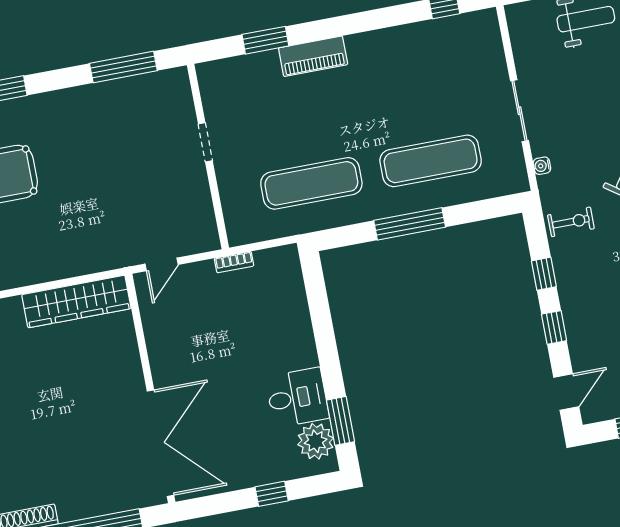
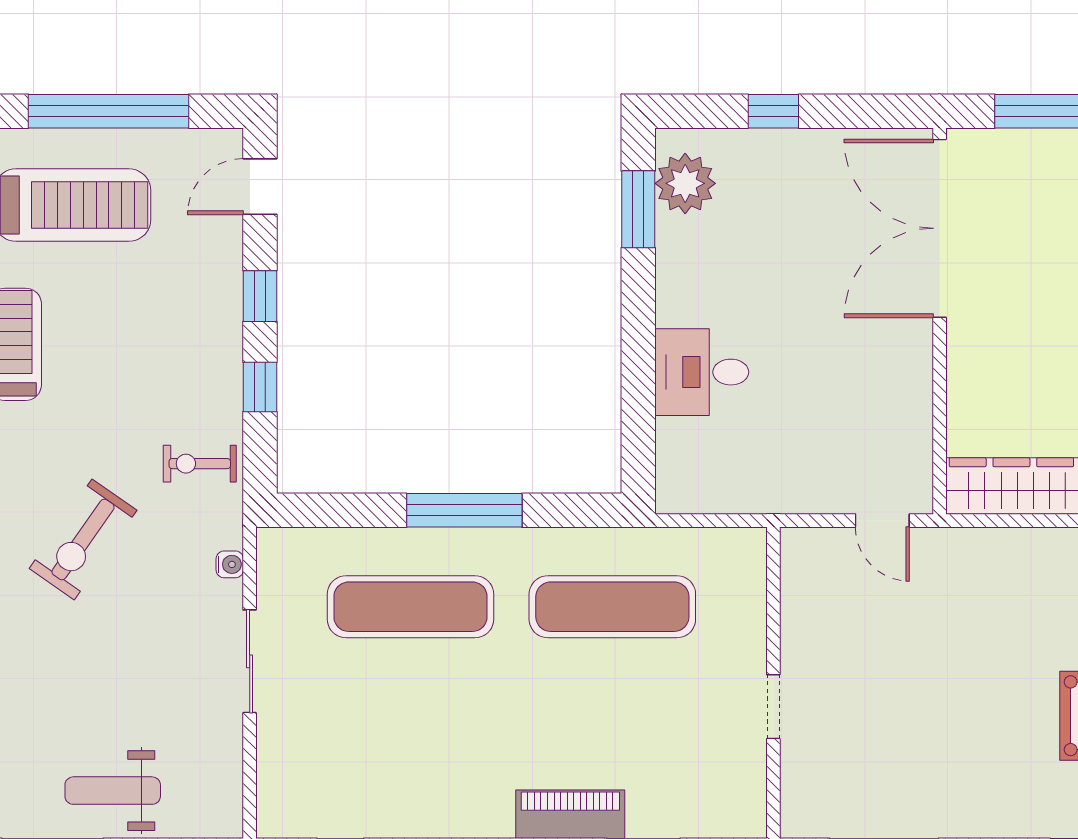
bookcase: (234, 262) -> (763, 502), removed
door: (162, 264) -> (882, 521), swing flipped
desk: (297, 398) -> (702, 372), moved

